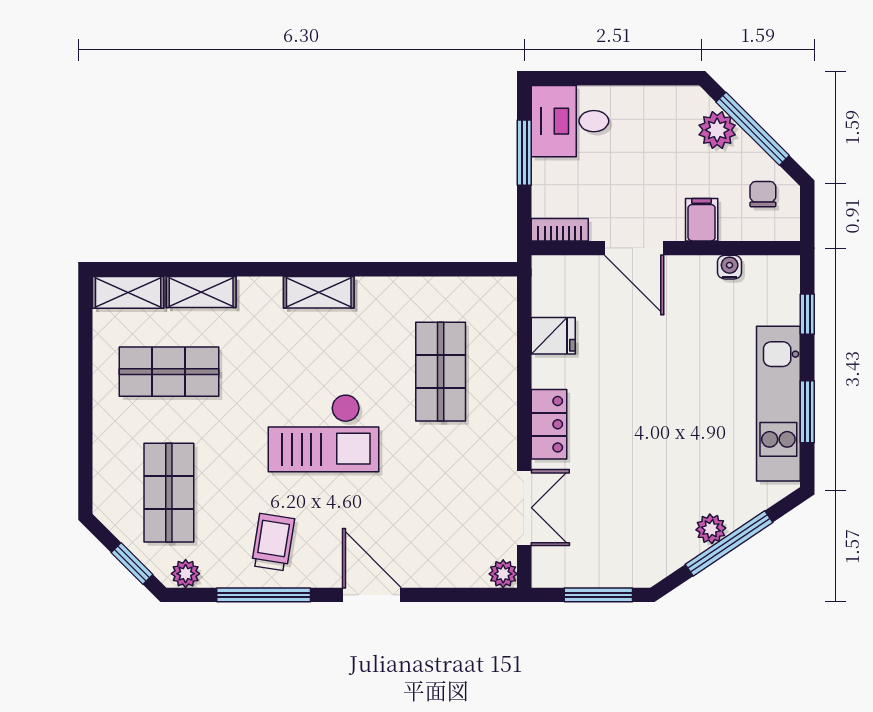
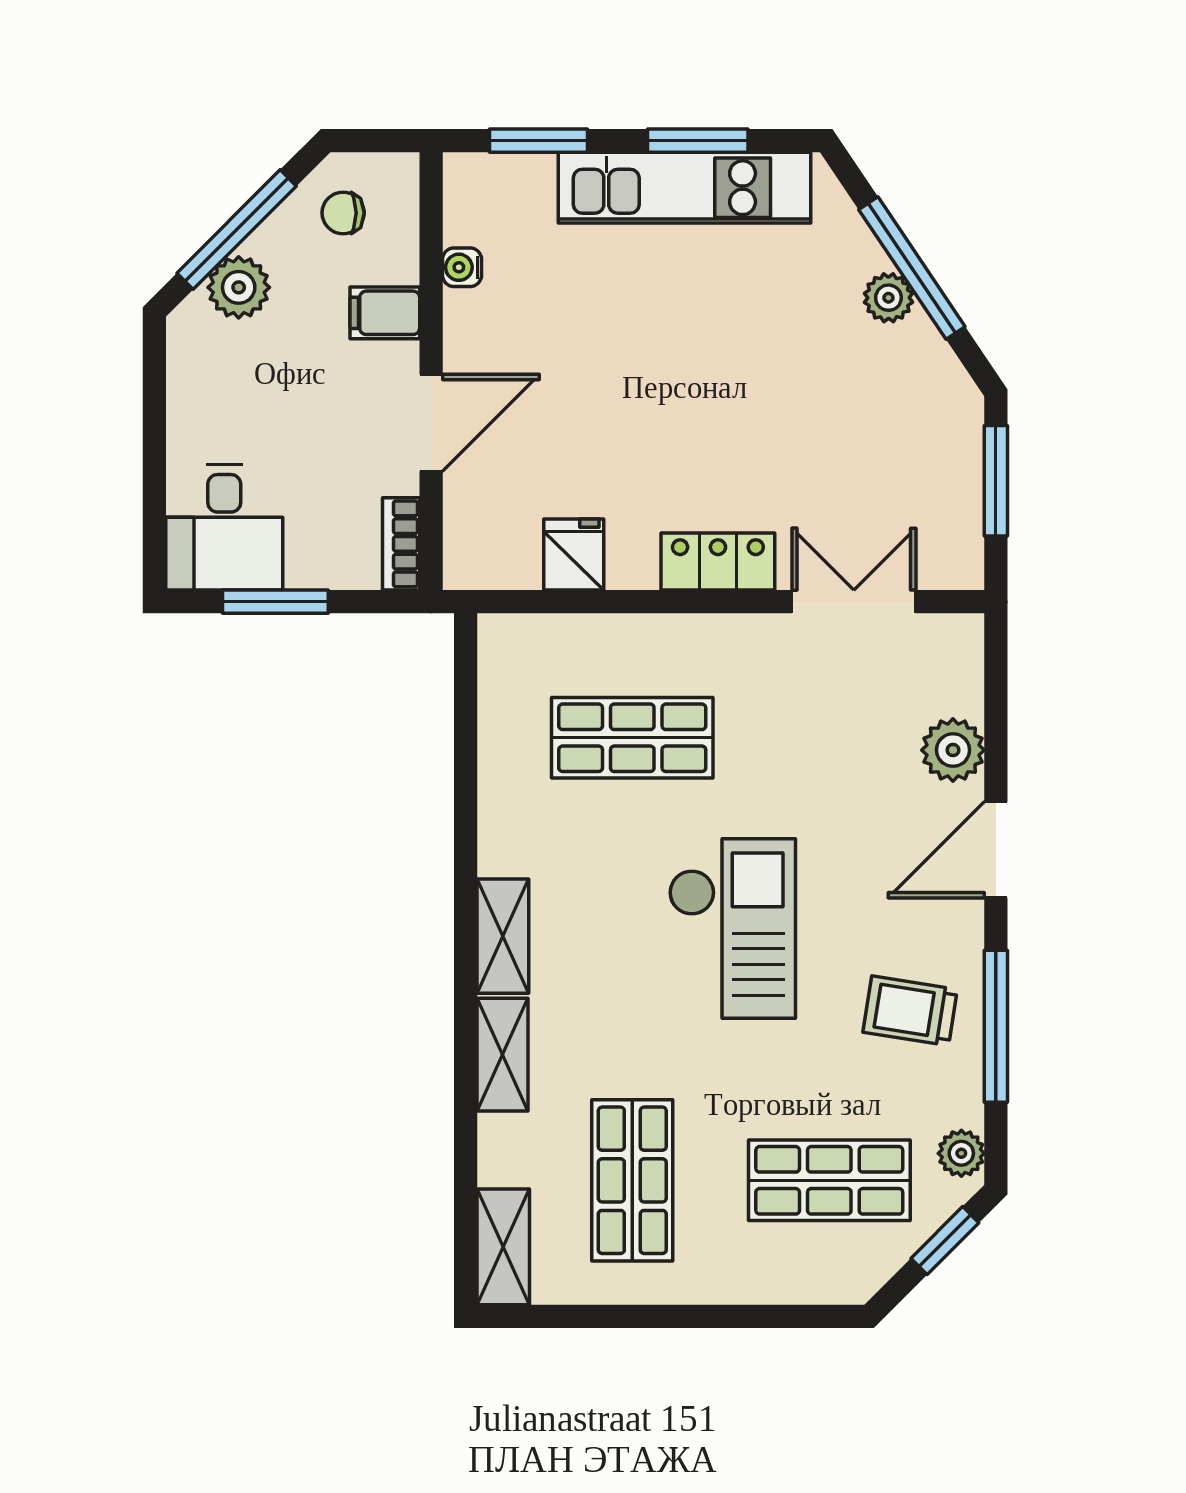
shelving: (201, 292) -> (503, 1055), moved
window: (807, 314) -> (539, 141), width x1.50
plant: (503, 574) -> (953, 750), moved, width x1.38, depth x1.38

